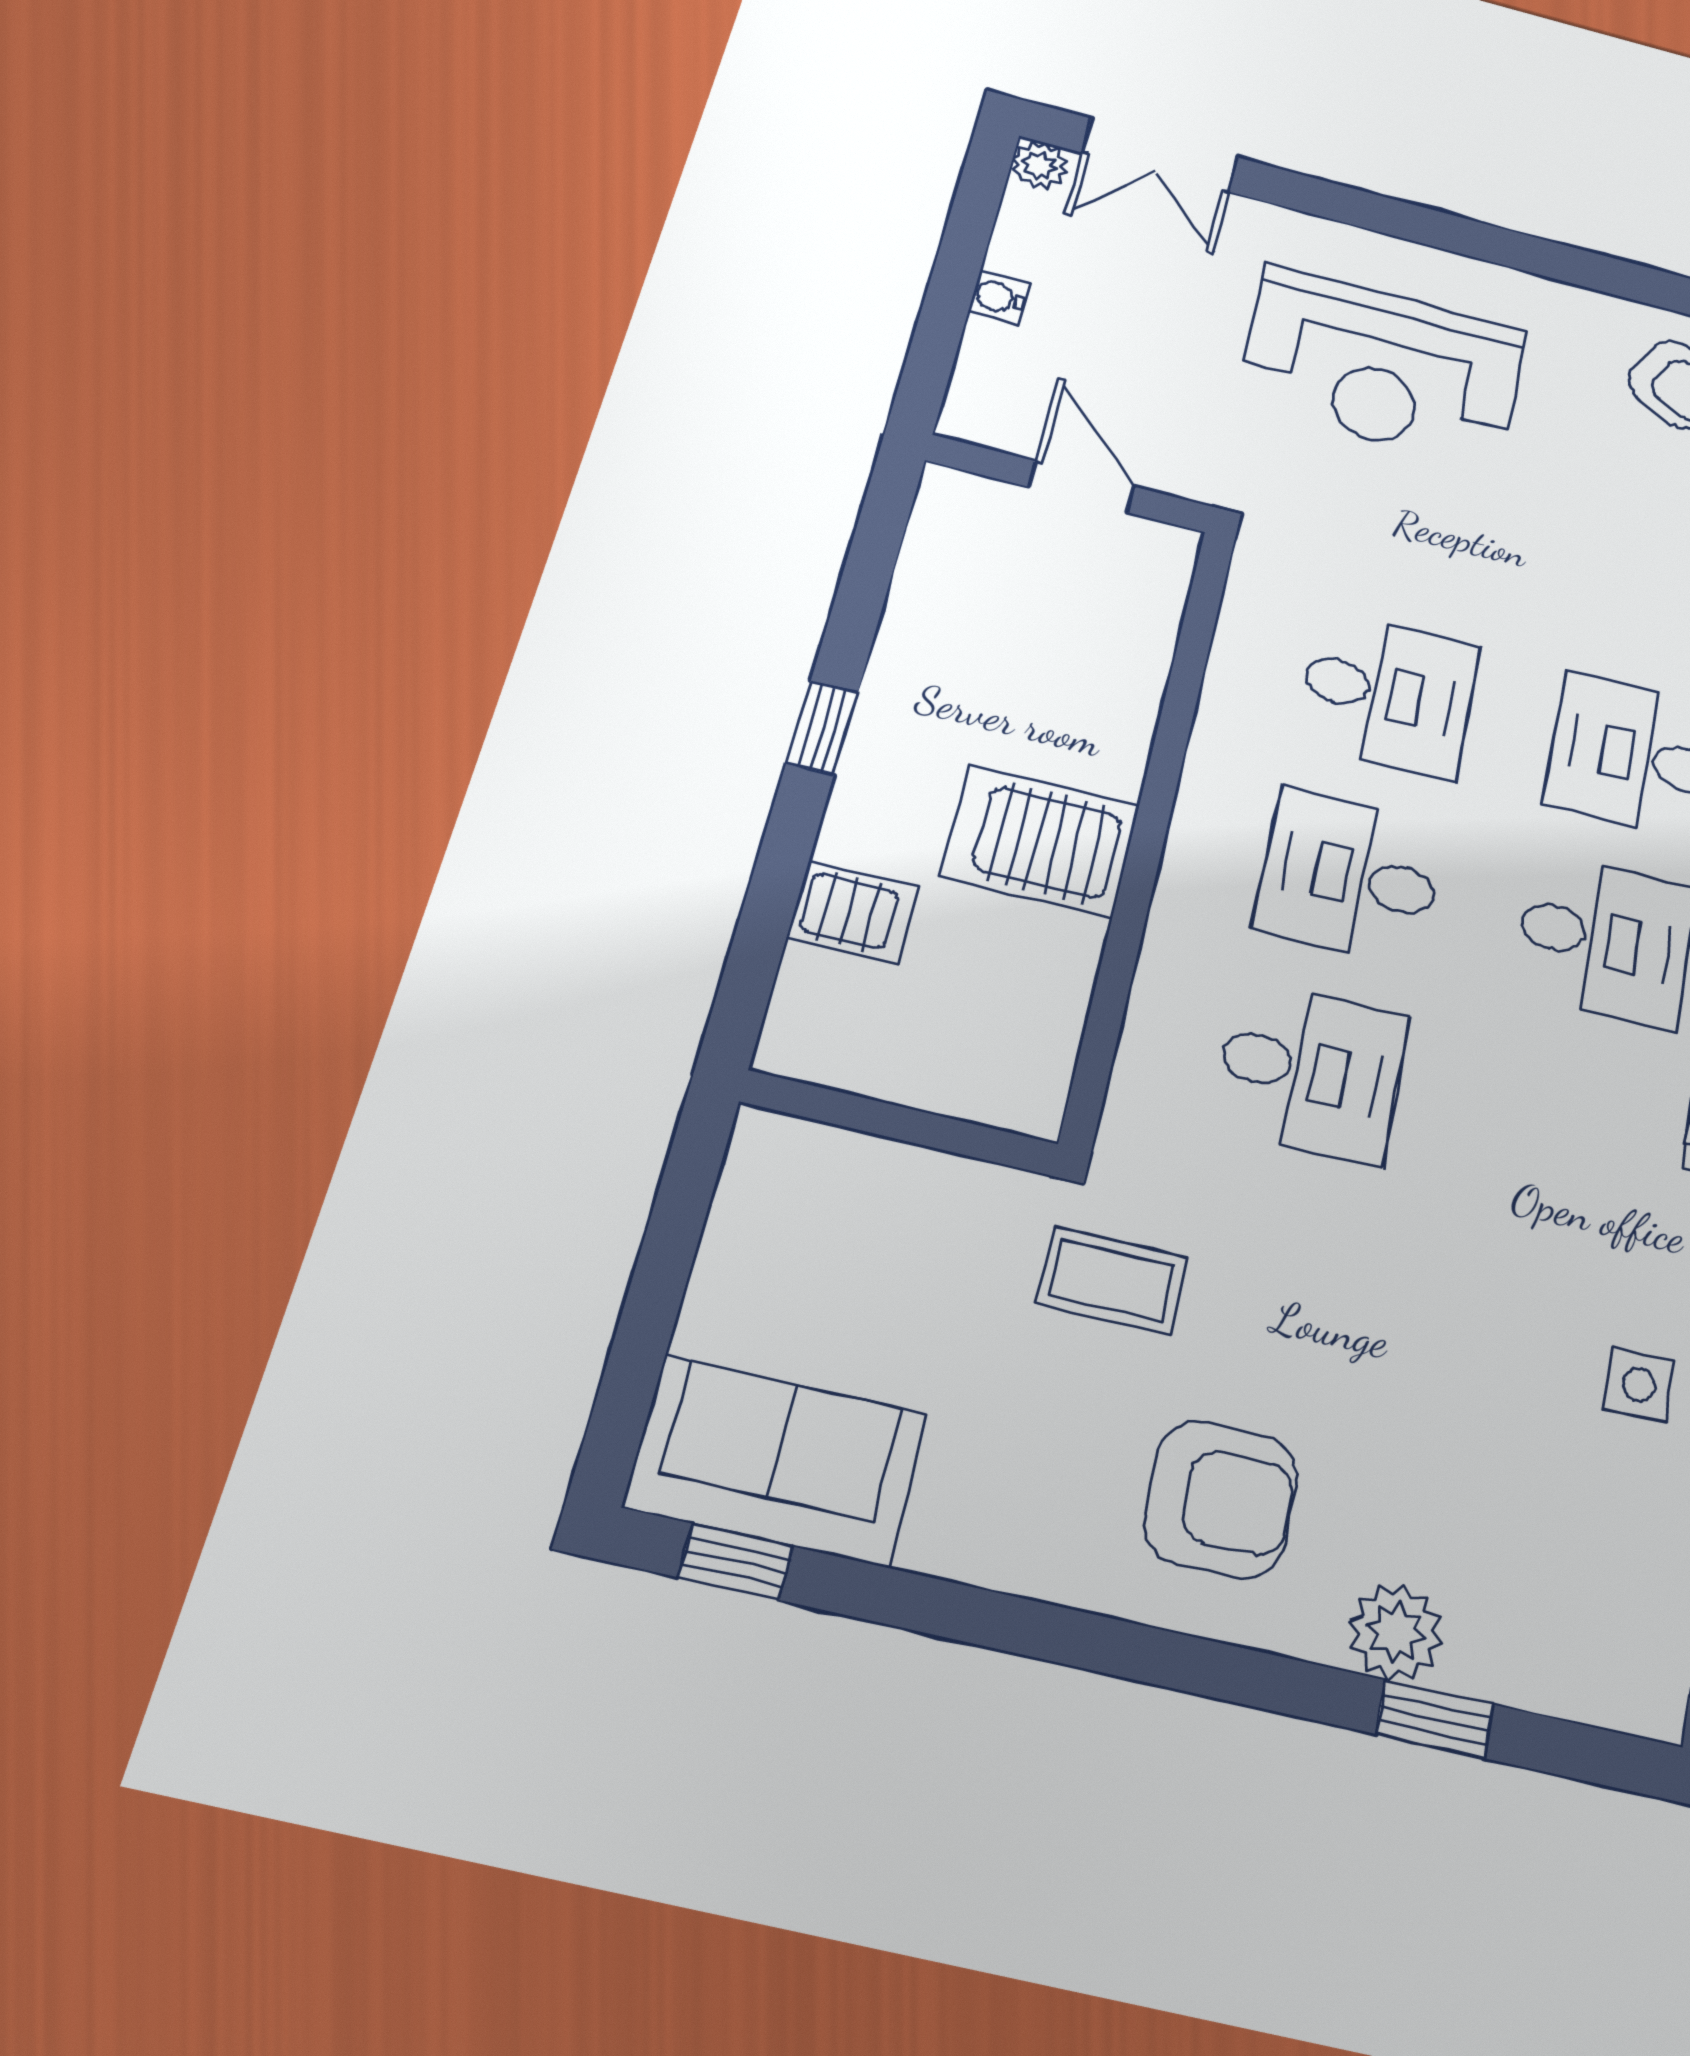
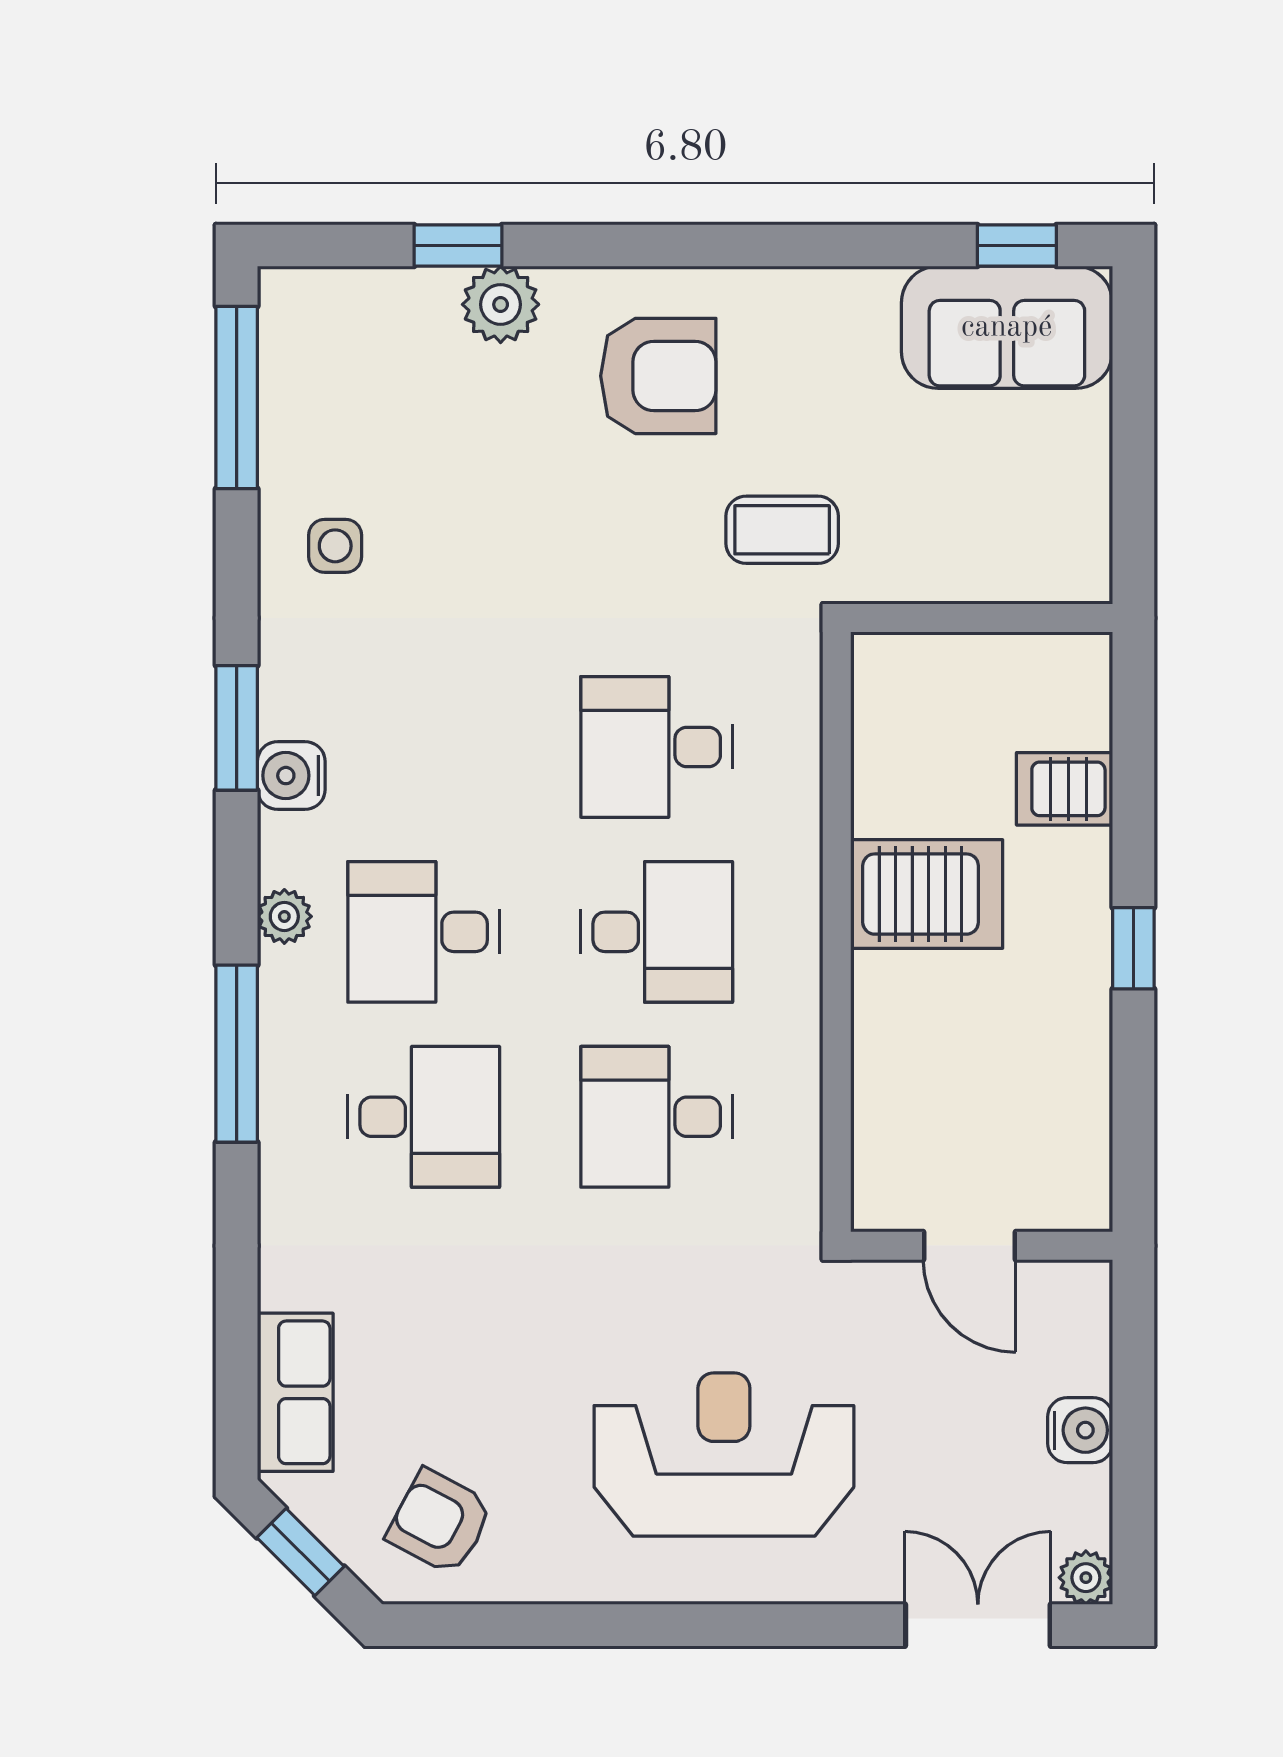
water cooler: (999, 297) -> (1080, 1430), width x1.38, depth x1.38
armchair: (1221, 1499) -> (658, 376), turned 180

